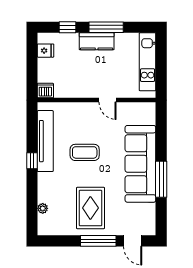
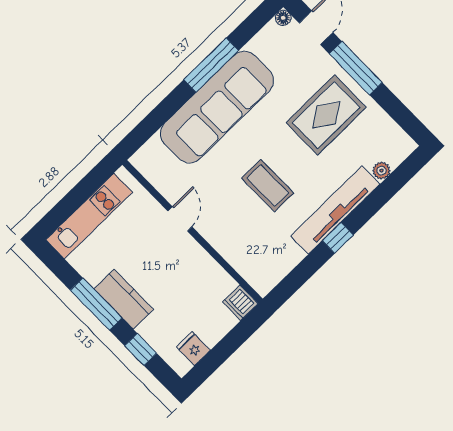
tv unit: (45, 141) -> (335, 210), moved
floor lamp: (151, 231) -> (283, 18), added

